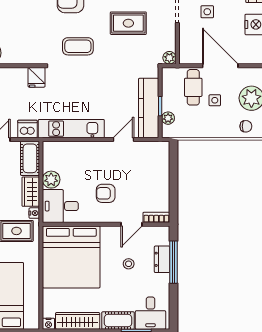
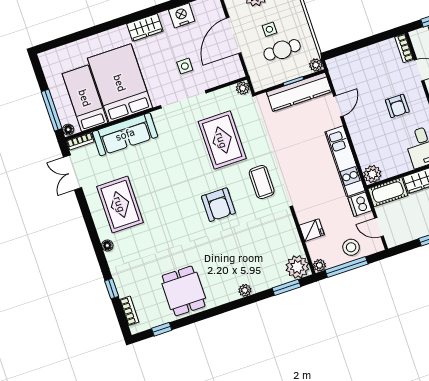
rug: (128, 23) -> (222, 140), width x1.36, depth x1.43
fridge: (37, 77) -> (312, 230), moved
cafe table: (193, 87) -> (282, 50), moved
plant: (168, 118) -> (316, 65), moved
door: (124, 140) -> (338, 106), swing flipped
plant: (51, 180) -> (372, 174), moved

